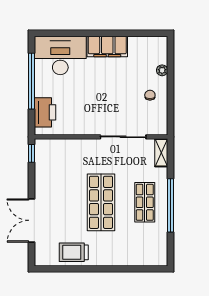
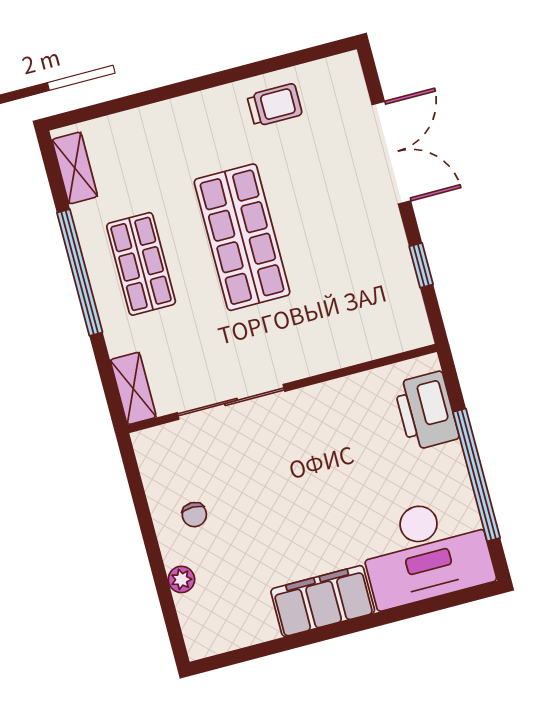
window: (32, 153) -> (421, 265), moved
shelving: (161, 248) -> (75, 168), added
trolley: (74, 252) -> (275, 105), width x0.73, depth x0.72

